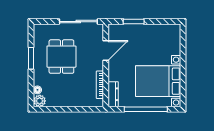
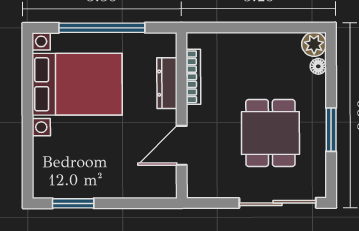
sliding door: (78, 22) -> (278, 203), moved
window: (134, 22) -> (73, 203), moved
dresser: (113, 94) -> (167, 83), moved

